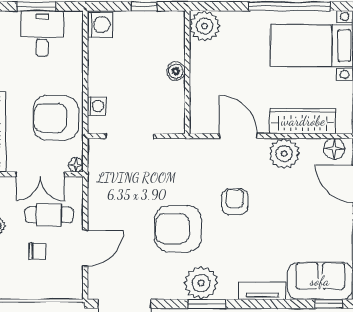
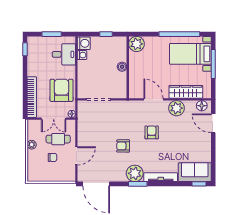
desk: (42, 34) -> (64, 54), moved, turned 90
washing machine: (96, 106) -> (82, 55), moved
armchair: (56, 118) -> (61, 90), turned 90
armchair: (178, 229) -> (123, 146), width x0.53, depth x0.53
tv unit: (262, 291) -> (161, 177), width x1.41

